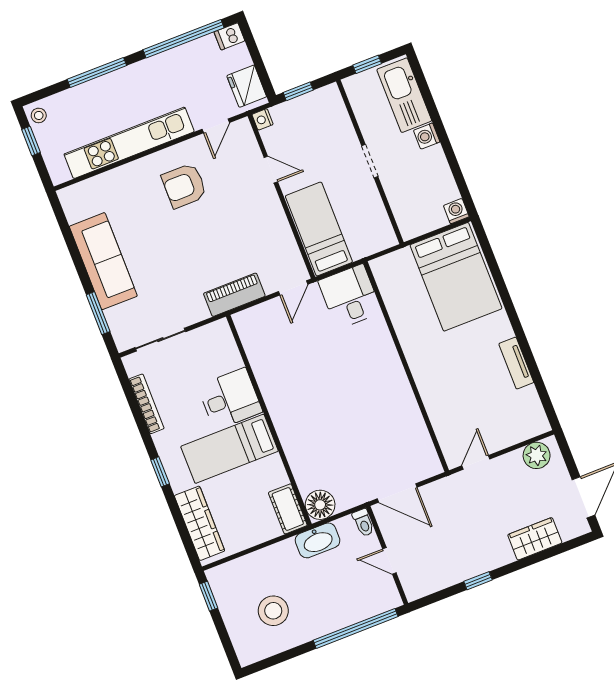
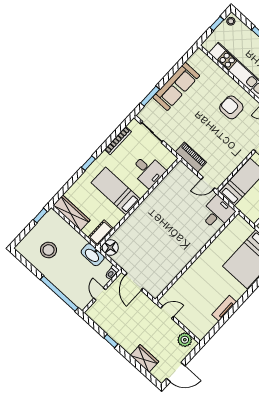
desk: (230, 399) -> (148, 171), moved
wardrobe: (200, 523) -> (72, 213), moved, turned -90

